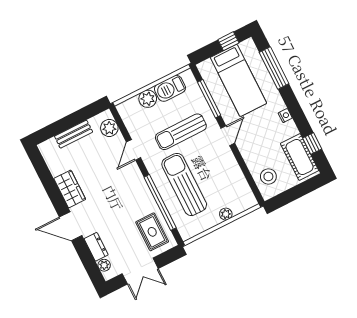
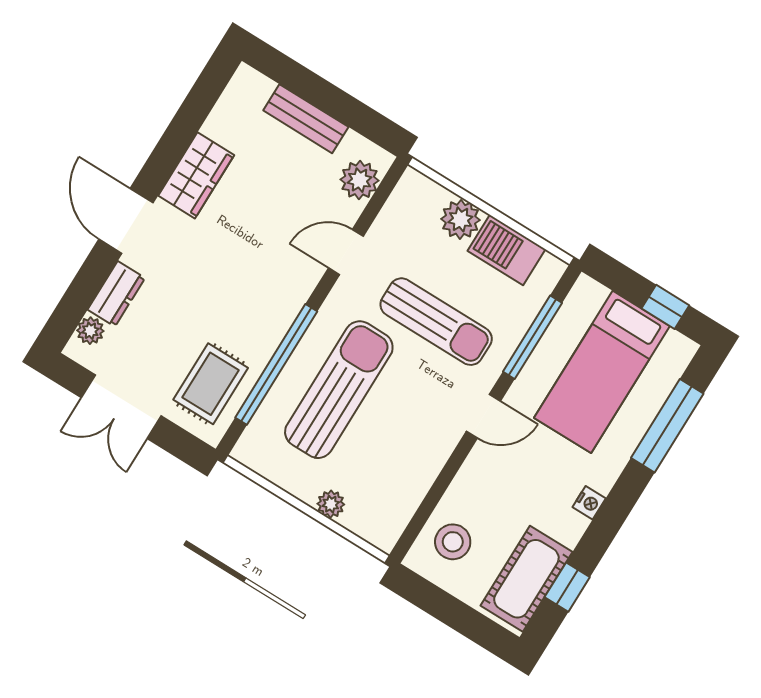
sun lounger: (181, 132) -> (436, 322), turned 180

